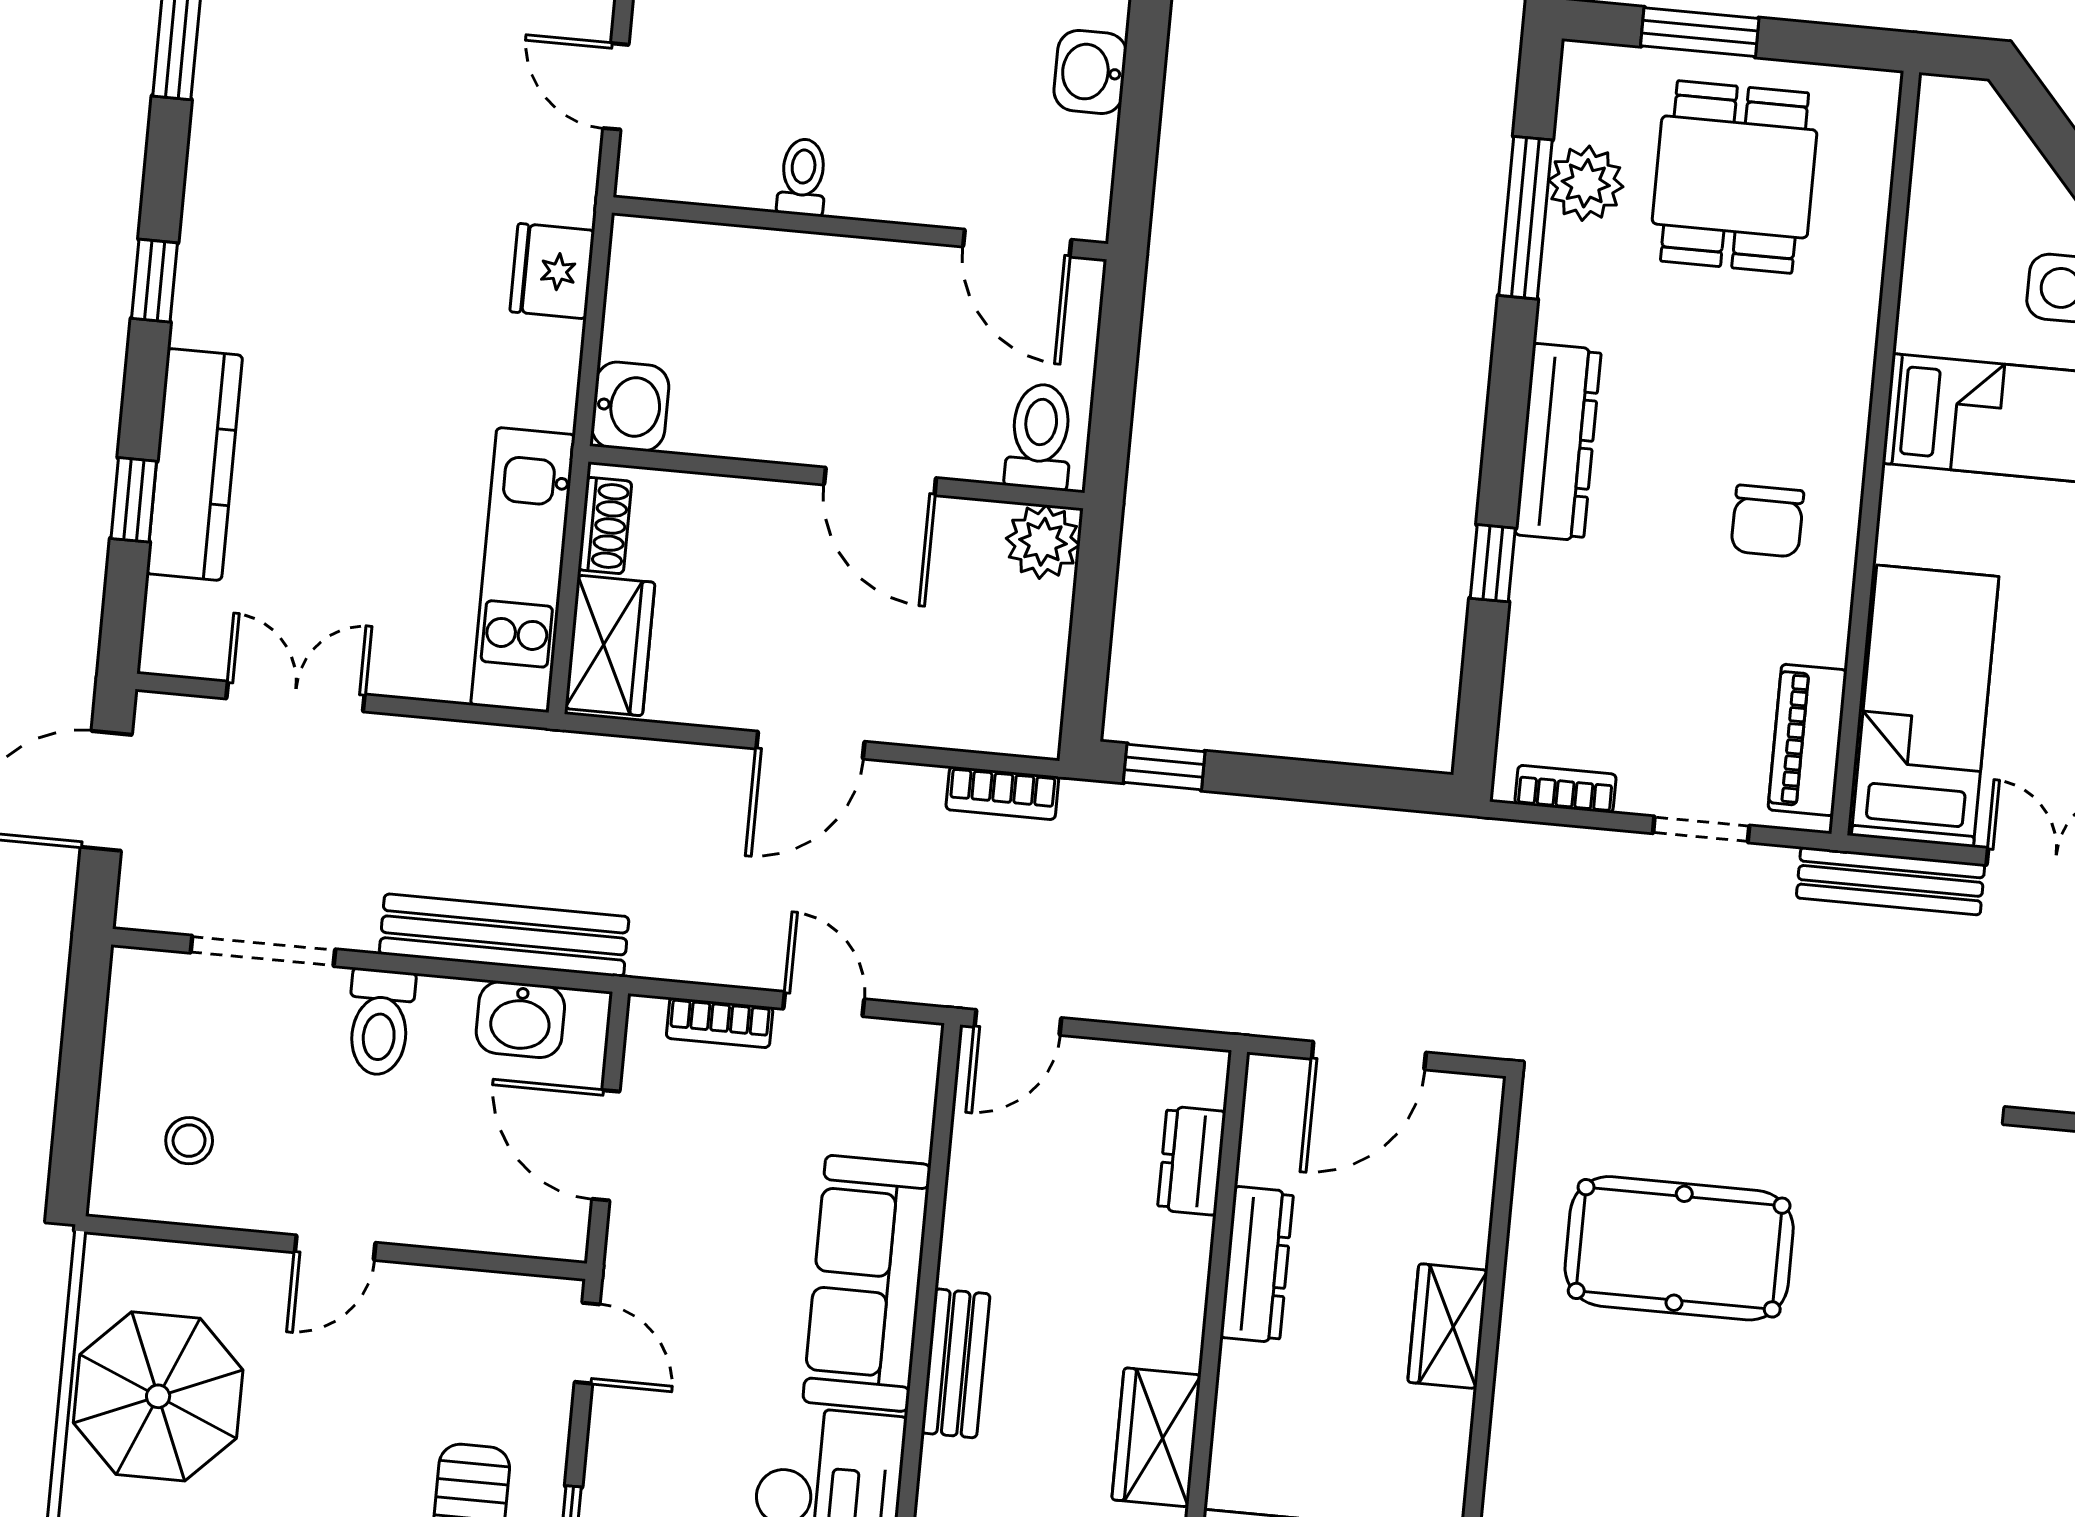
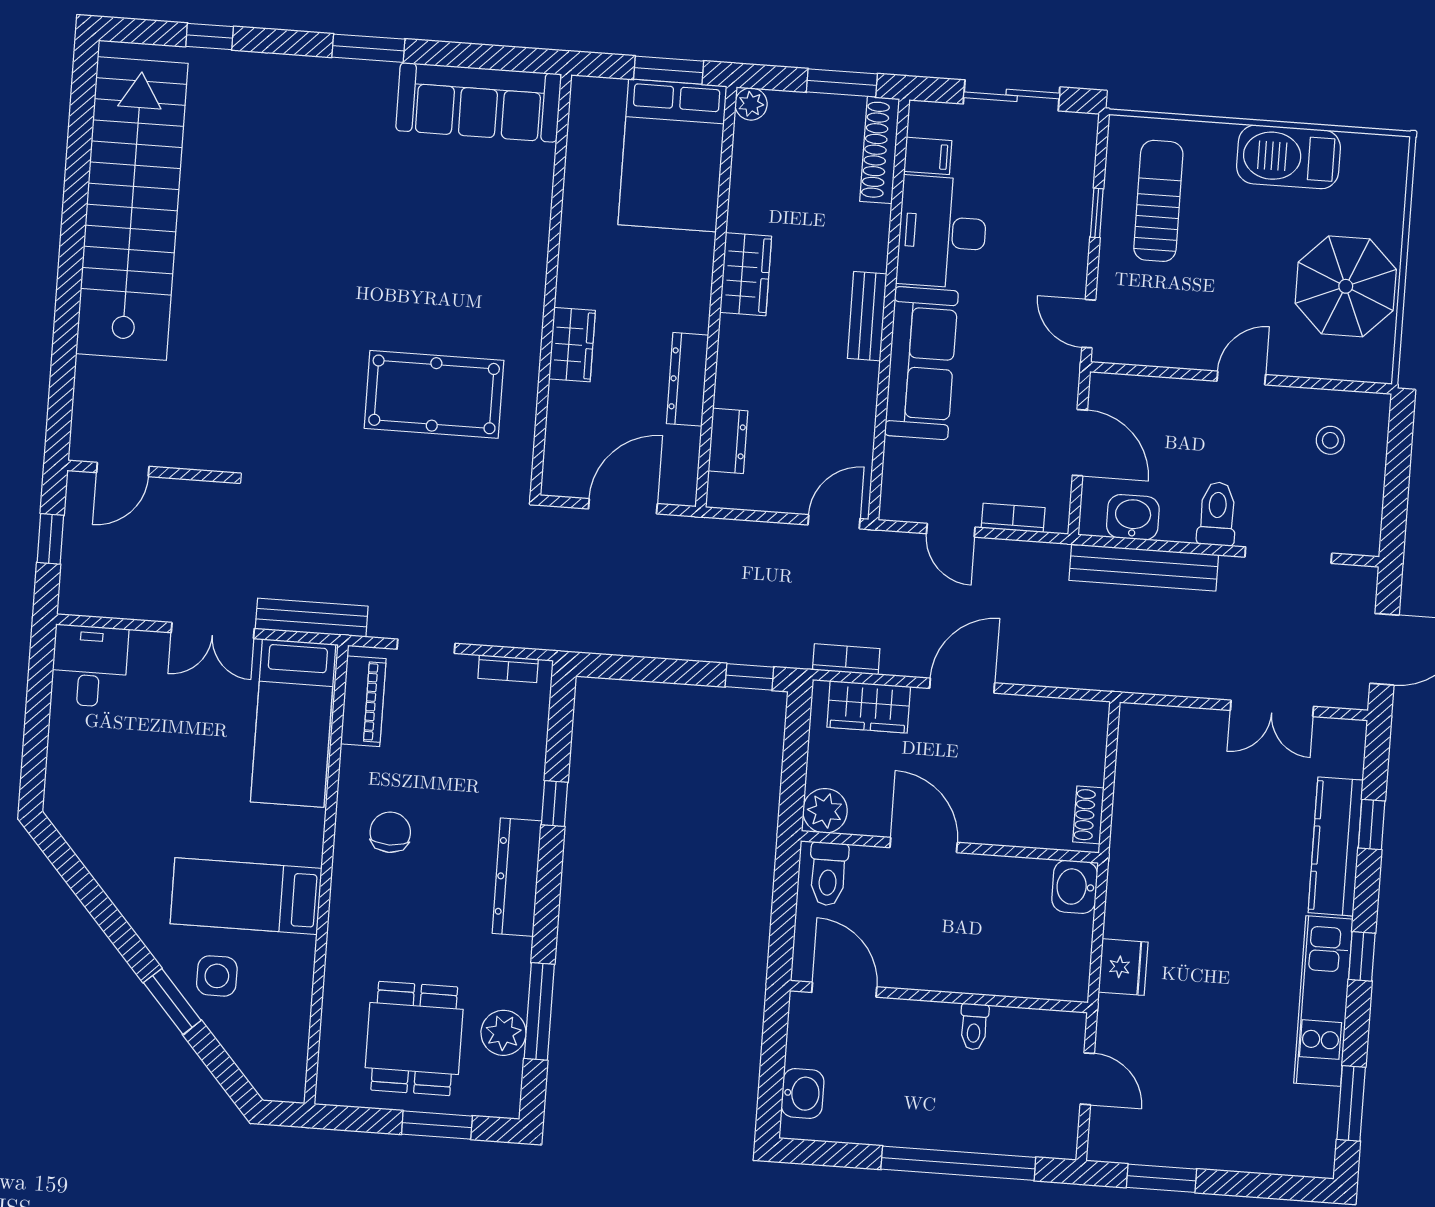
kitchen unit: (523, 570) -> (1323, 1001), moved, turned 180
wardrobe: (610, 645) -> (869, 707), moved, turned -90

